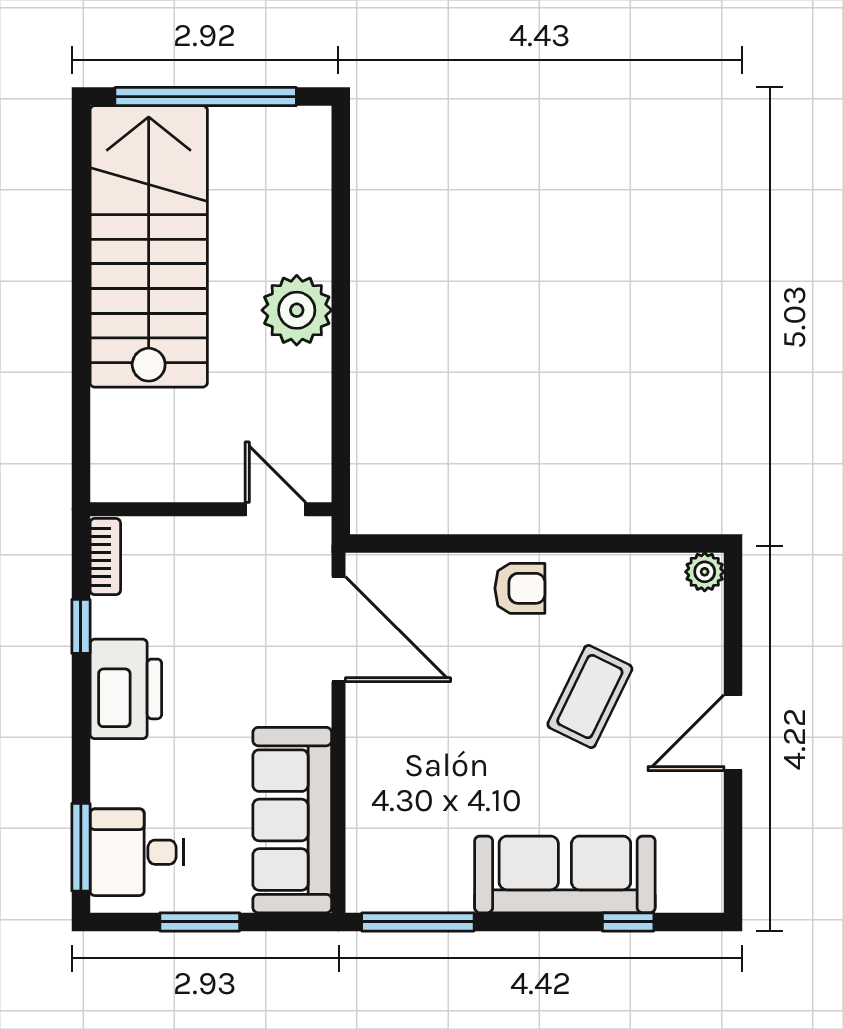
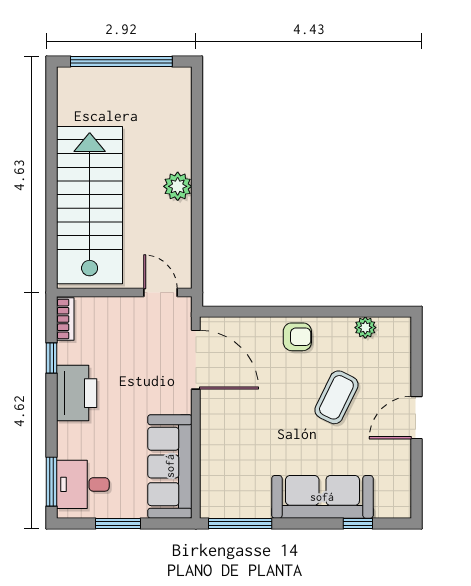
stairs: (149, 246) -> (90, 205), moved
plant: (297, 310) -> (178, 186), width x0.73, depth x0.73
plant: (705, 572) -> (365, 328), moved

